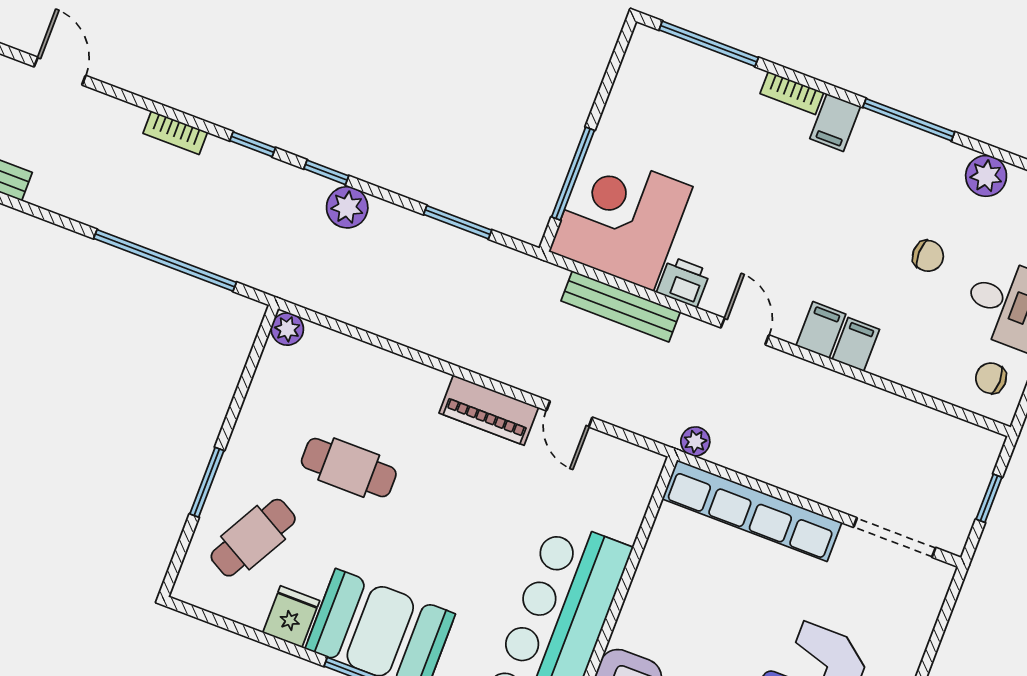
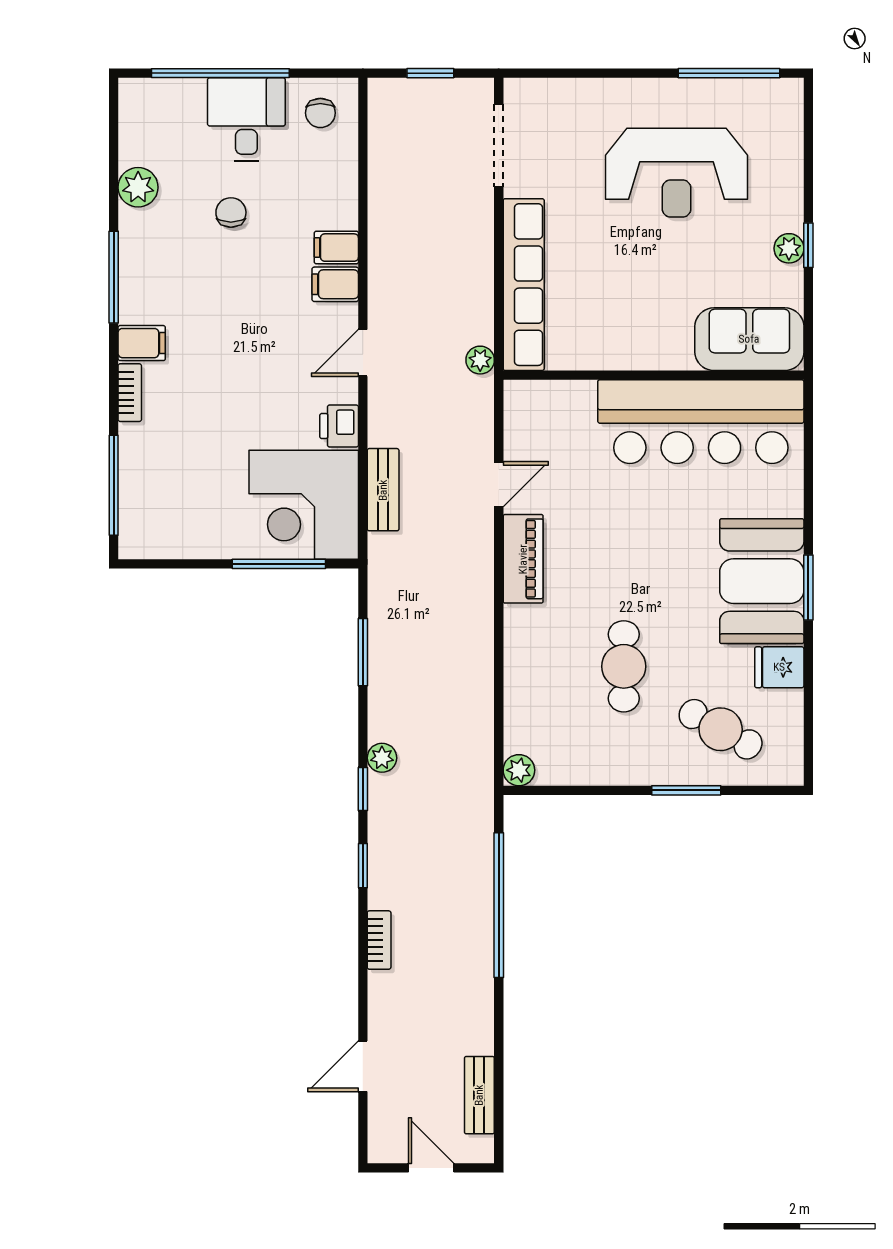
plant: (347, 207) -> (382, 758), width x0.73, depth x0.73
bench: (621, 306) -> (383, 490), width x0.73

